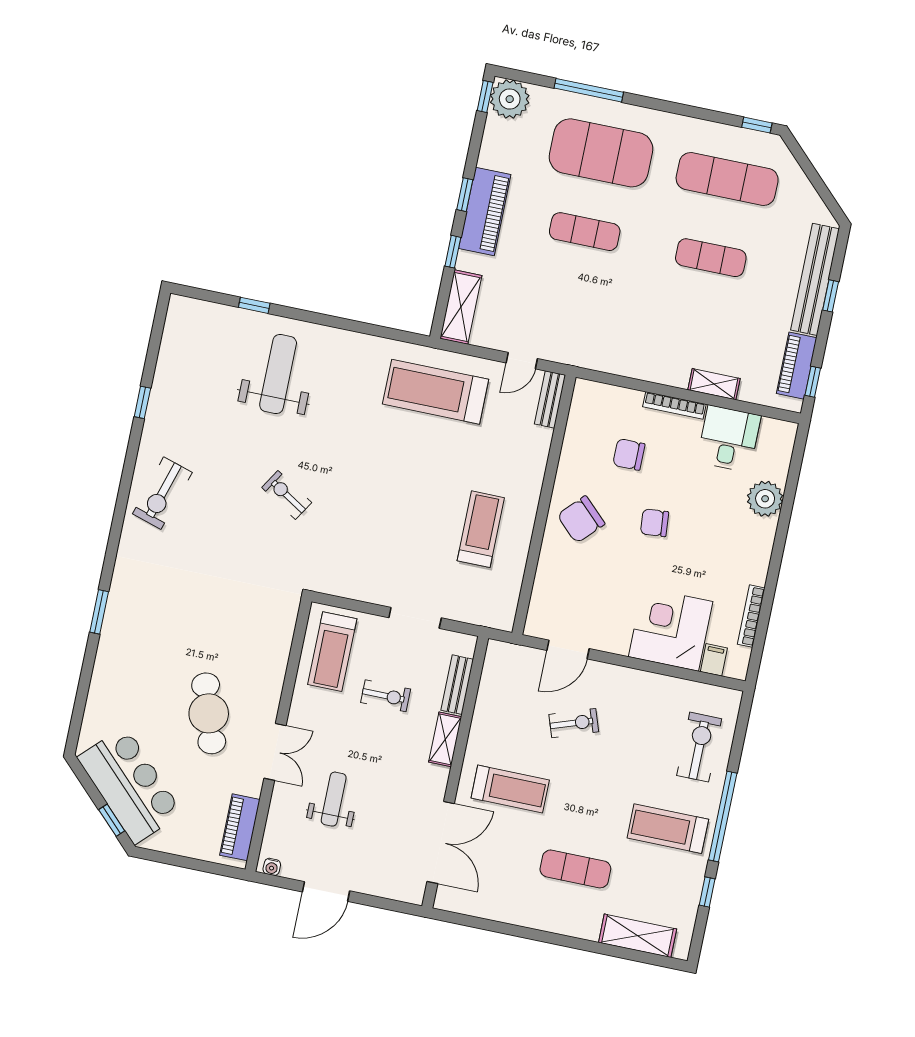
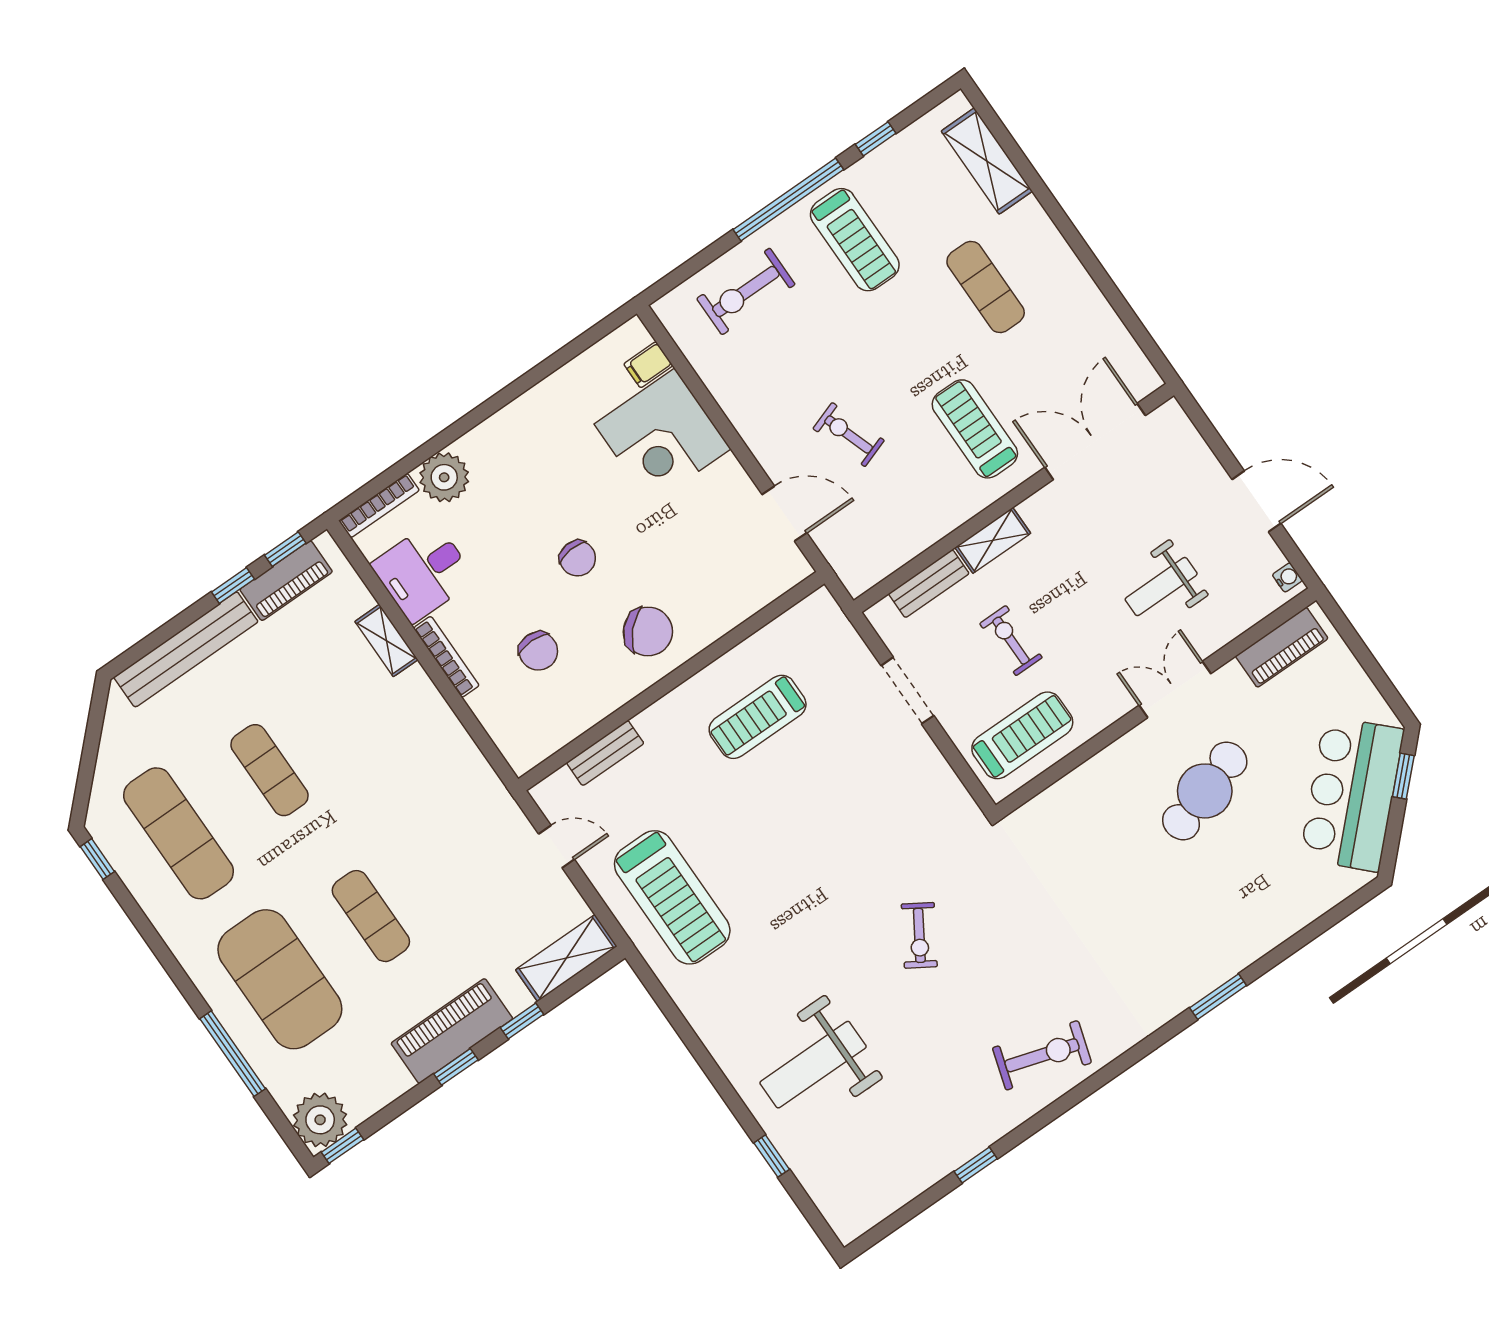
window: (831, 296) -> (233, 586), moved
bench: (550, 399) -> (605, 753), moved
bookcase: (751, 616) -> (379, 505), moved

